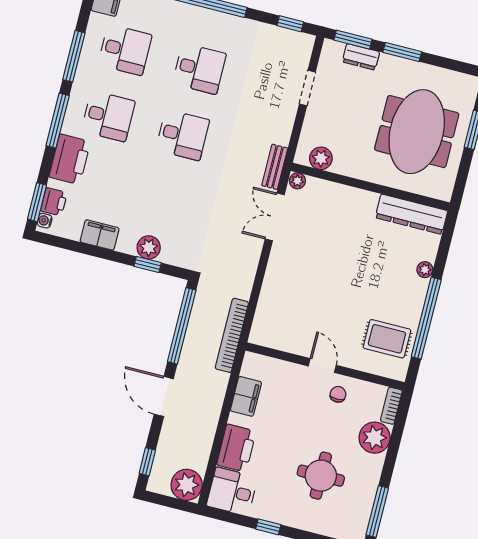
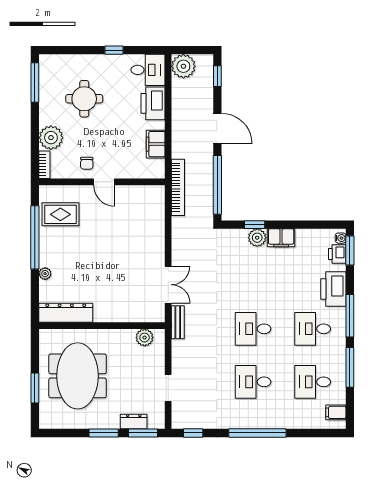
plant: (297, 181) -> (158, 316), removed
filing cabinet: (100, 235) -> (281, 238), moved

